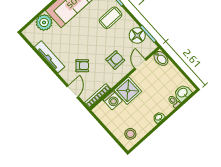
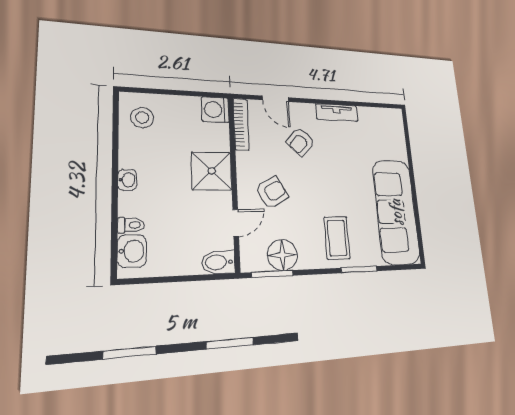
plant: (44, 22) -> (394, 146), removed
tv unit: (50, 57) -> (337, 113), width x0.71
armchair: (115, 60) -> (272, 193), turned -120
door: (140, 64) -> (236, 223), hinge flipped
washing machine: (113, 100) -> (215, 110), moved

